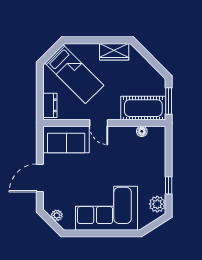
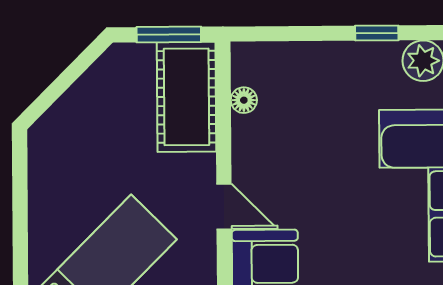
wardrobe: (114, 52) -> (48, 169), removed
door: (99, 123) -> (224, 206), hinge flipped

